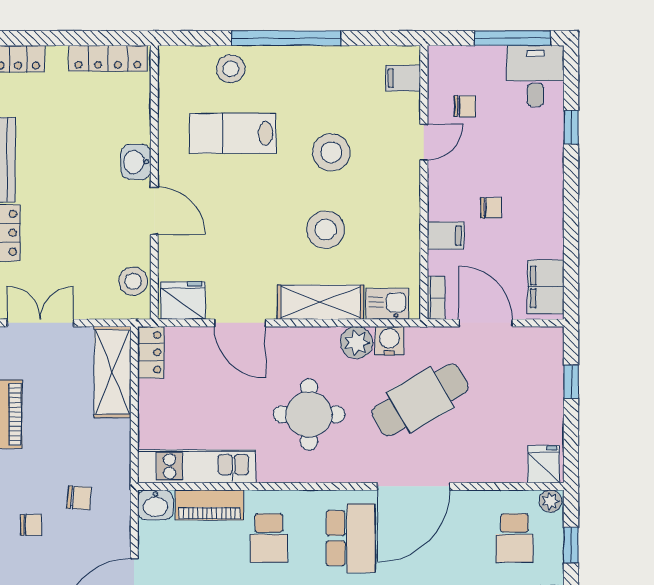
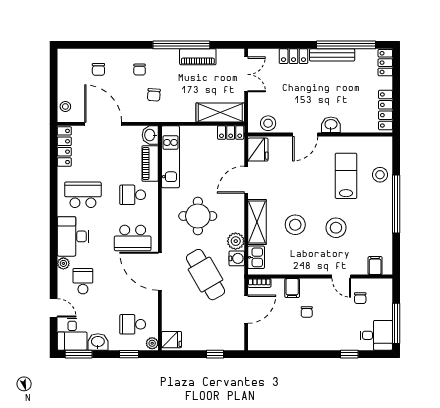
filing cabinet: (546, 287) -> (265, 341), removed

